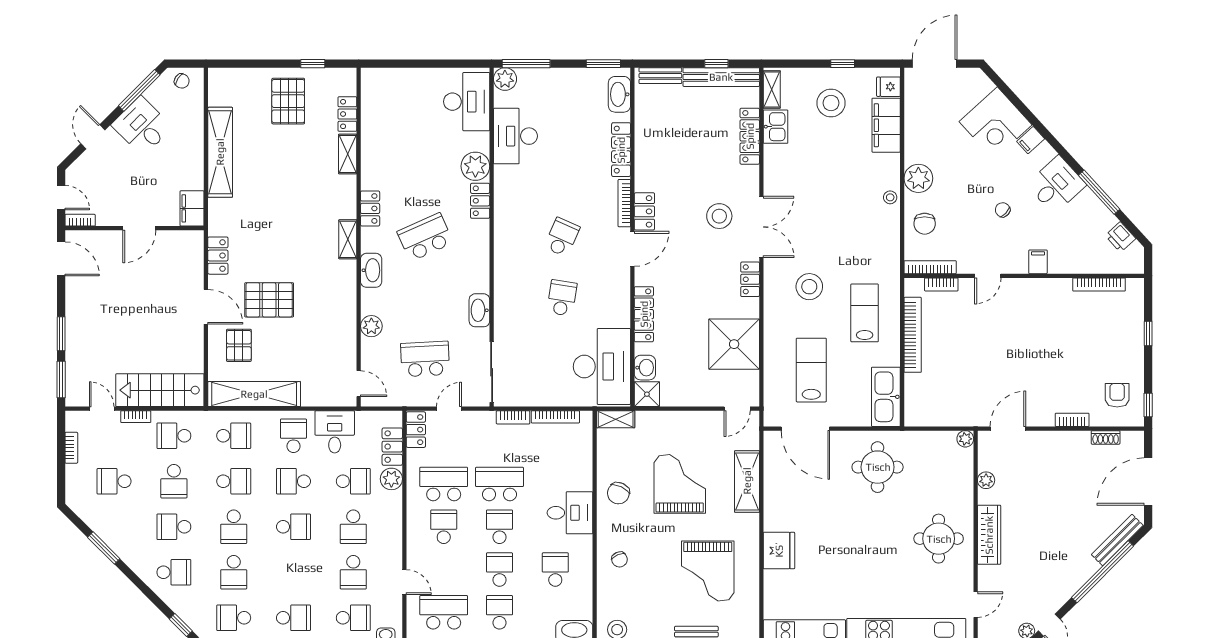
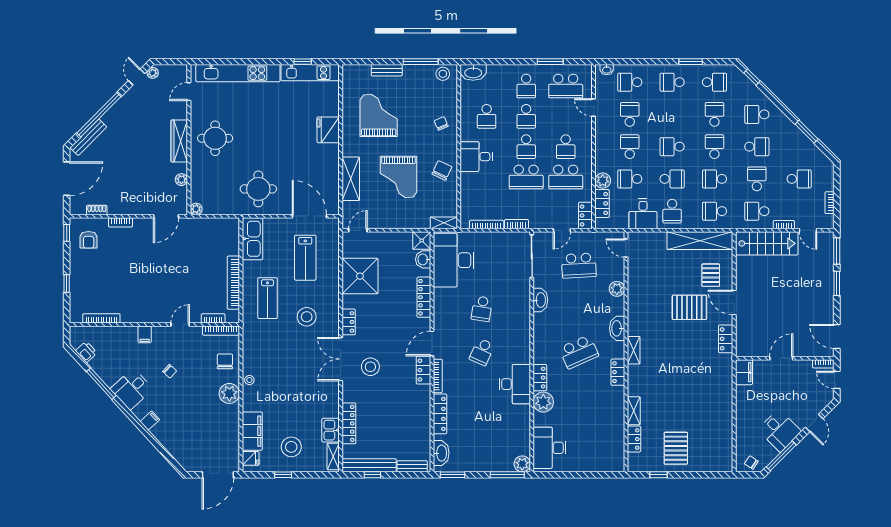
corner desk: (996, 123) -> (175, 432), removed
desk: (515, 136) -> (515, 384), moved
shelving: (220, 152) -> (724, 412), removed
school desk: (174, 436) -> (757, 211), turned 180

